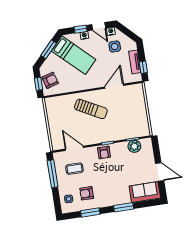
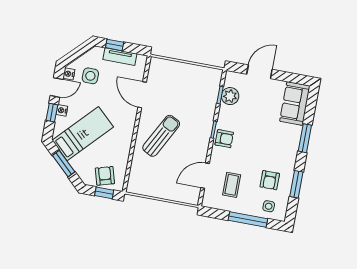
window: (143, 67) -> (115, 45), moved
door: (160, 172) -> (259, 72), moved
window: (53, 174) -> (248, 219), moved

